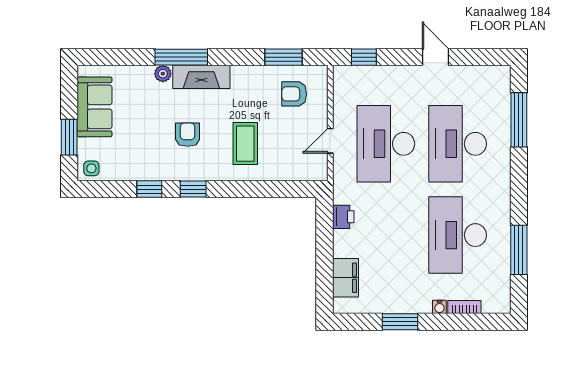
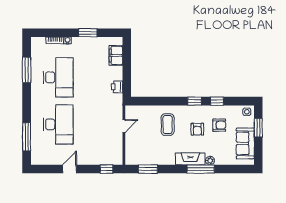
door: (436, 57) -> (70, 169), swing flipped
armchair: (294, 94) -> (219, 125), moved
desk: (386, 144) -> (95, 124), removed

